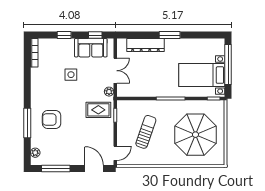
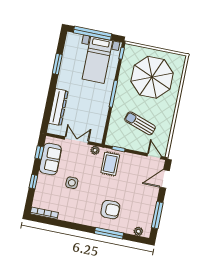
window: (170, 35) -> (57, 64), moved
armchair: (52, 120) -> (110, 210), turned -90

